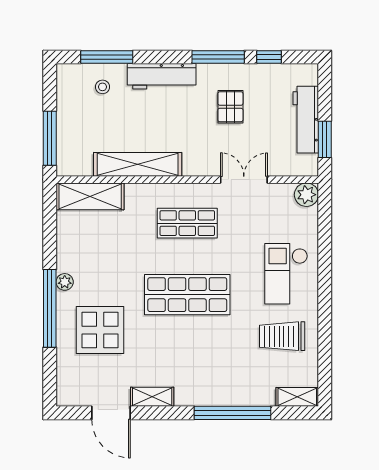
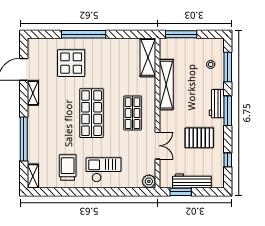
window: (218, 57) -> (228, 111), moved
workbench: (162, 76) -> (217, 104), width x0.73
pallet: (230, 107) -> (199, 138), width x1.50, depth x1.42
plant: (65, 282) -> (99, 43), removed

